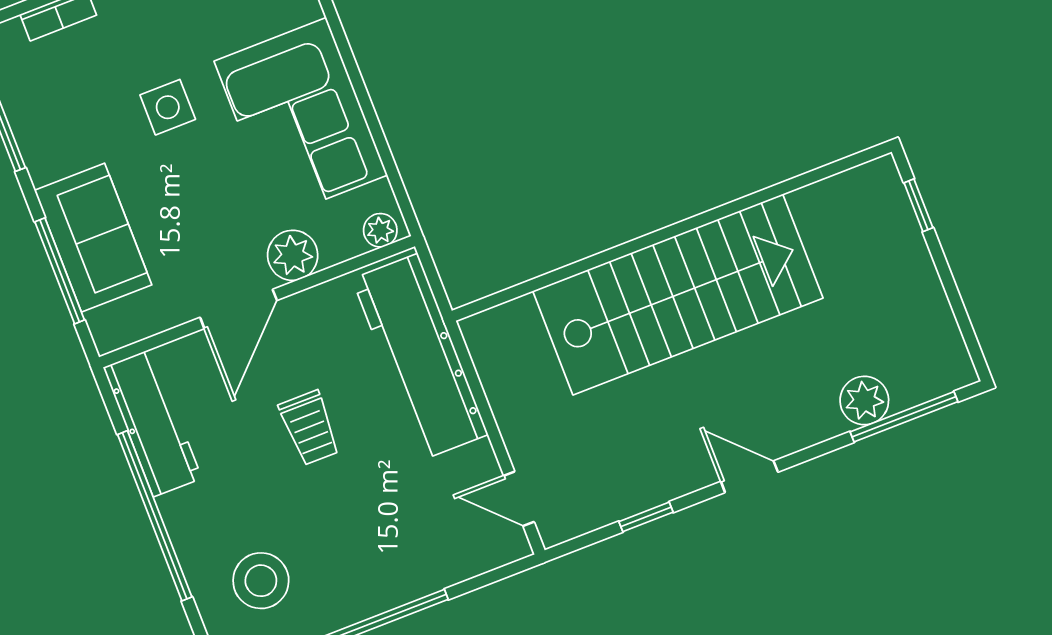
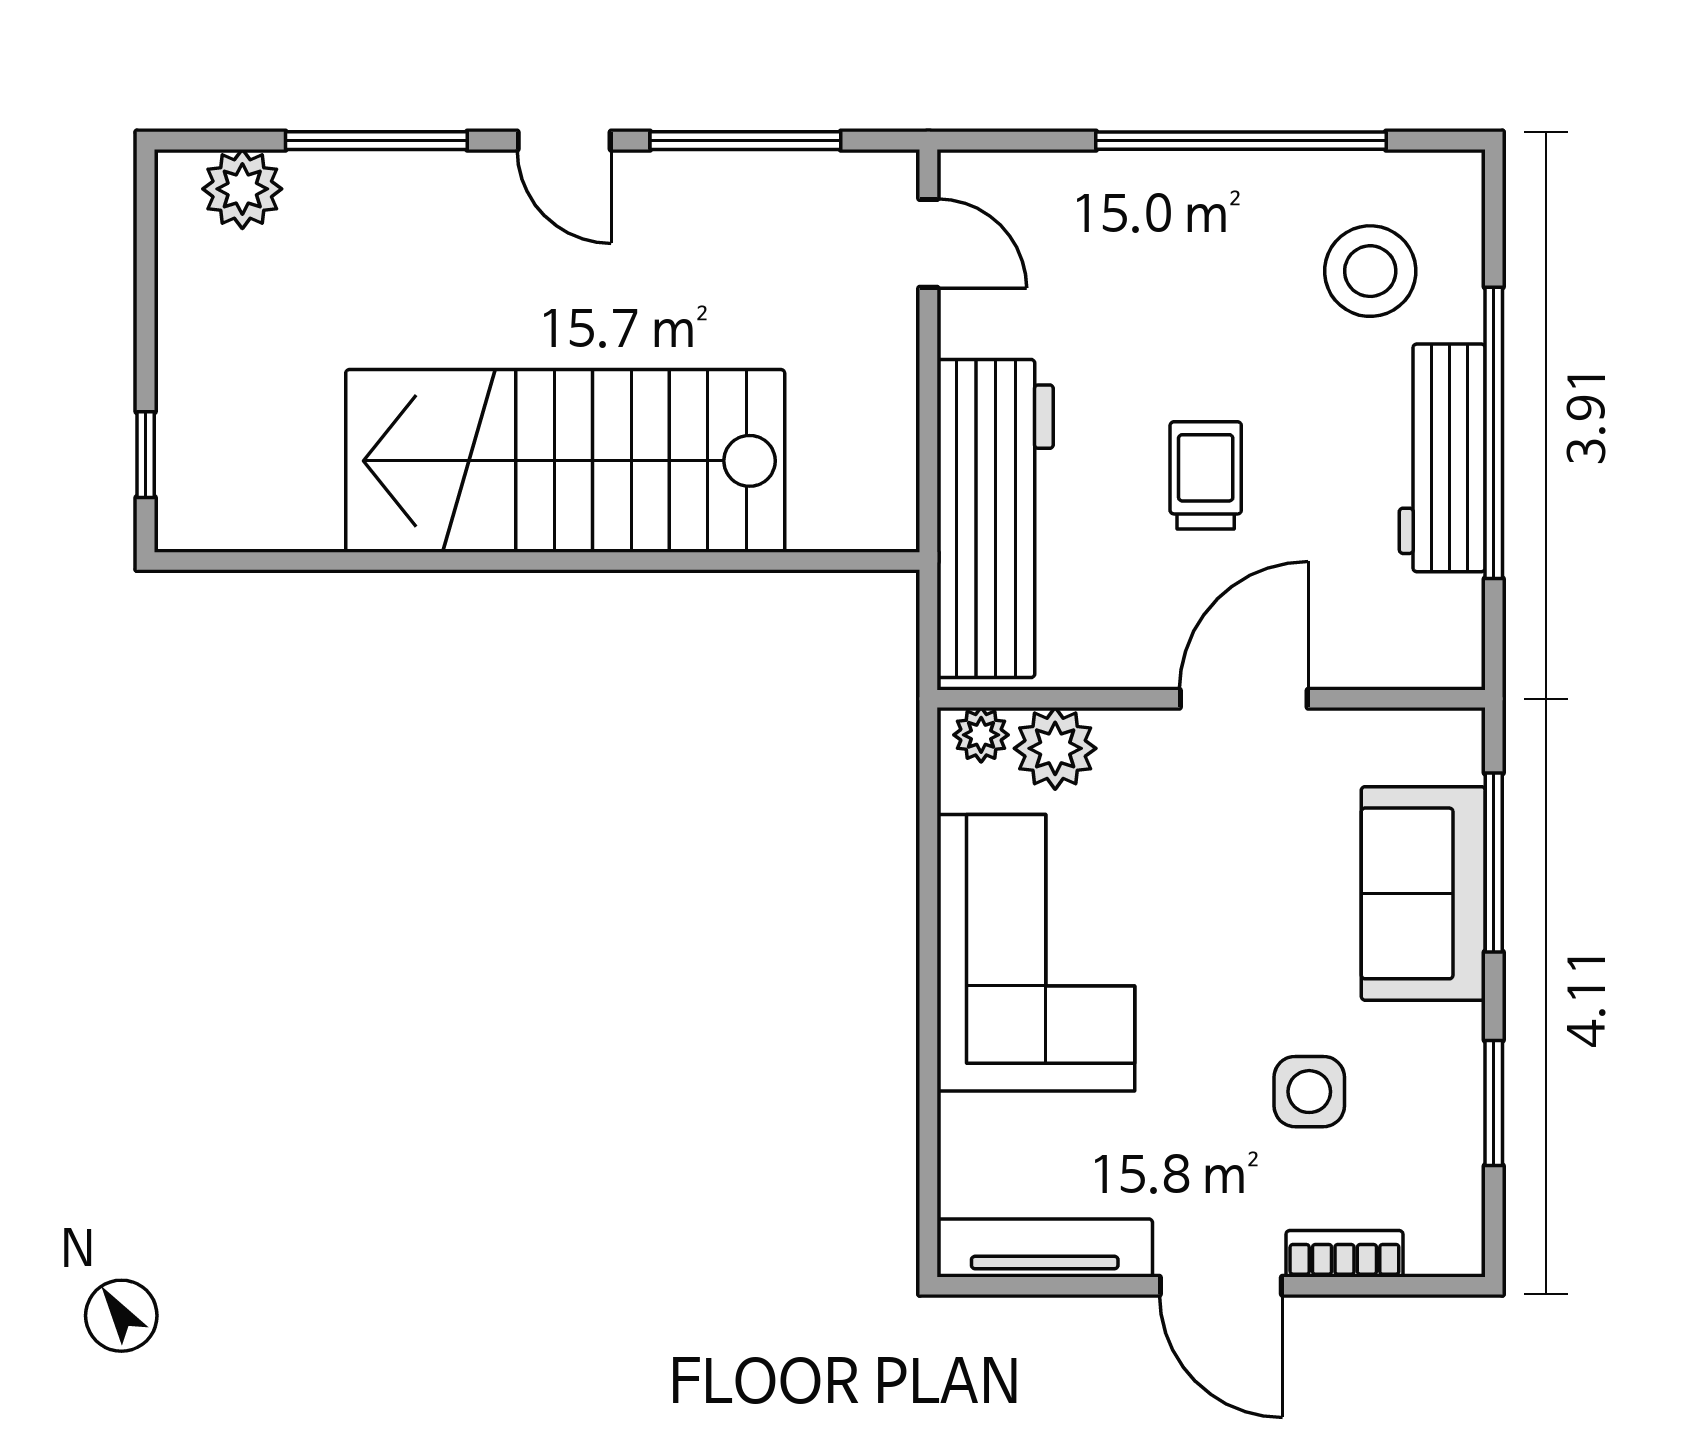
side table: (168, 107) -> (1309, 1092), moved
plant: (293, 255) -> (1055, 748), moved
plant: (864, 401) -> (242, 189), moved
window: (904, 417) -> (376, 141), moved
workbench: (152, 423) -> (1442, 458), moved
window: (646, 517) -> (745, 141), width x2.17

